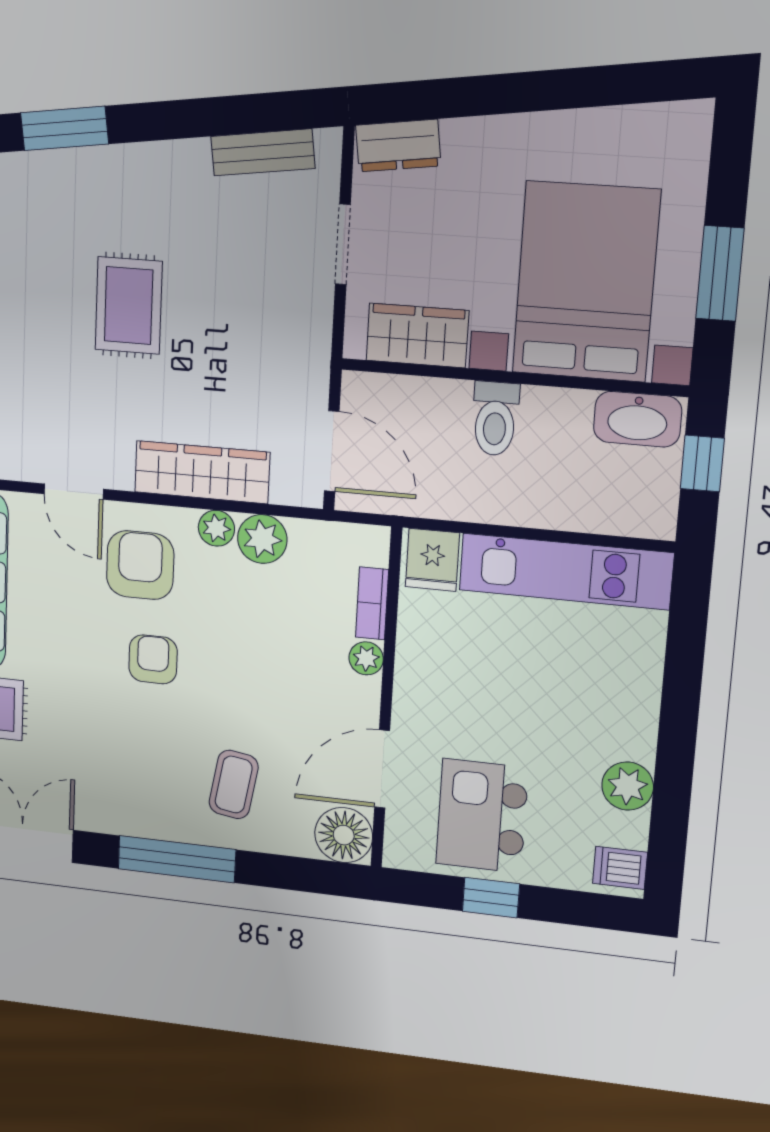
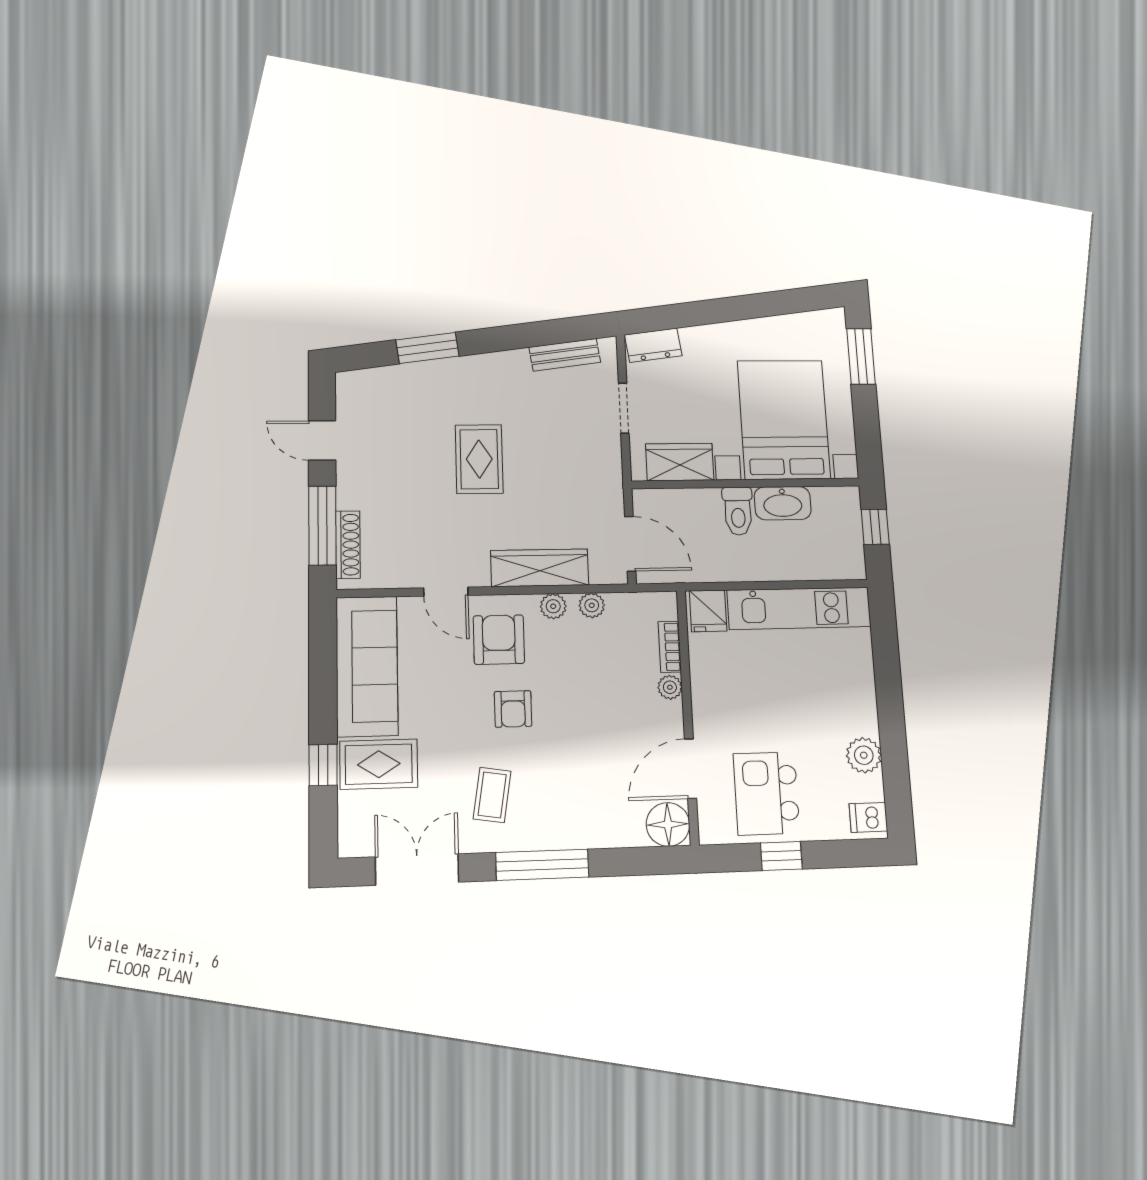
window: (720, 273) -> (861, 356), moved
washbasin: (638, 419) -> (783, 503), moved
plant: (262, 539) -> (592, 605), width x0.73, depth x0.73
armchair: (153, 659) -> (513, 709), turned 180
coffee table: (234, 785) -> (492, 795), moved

